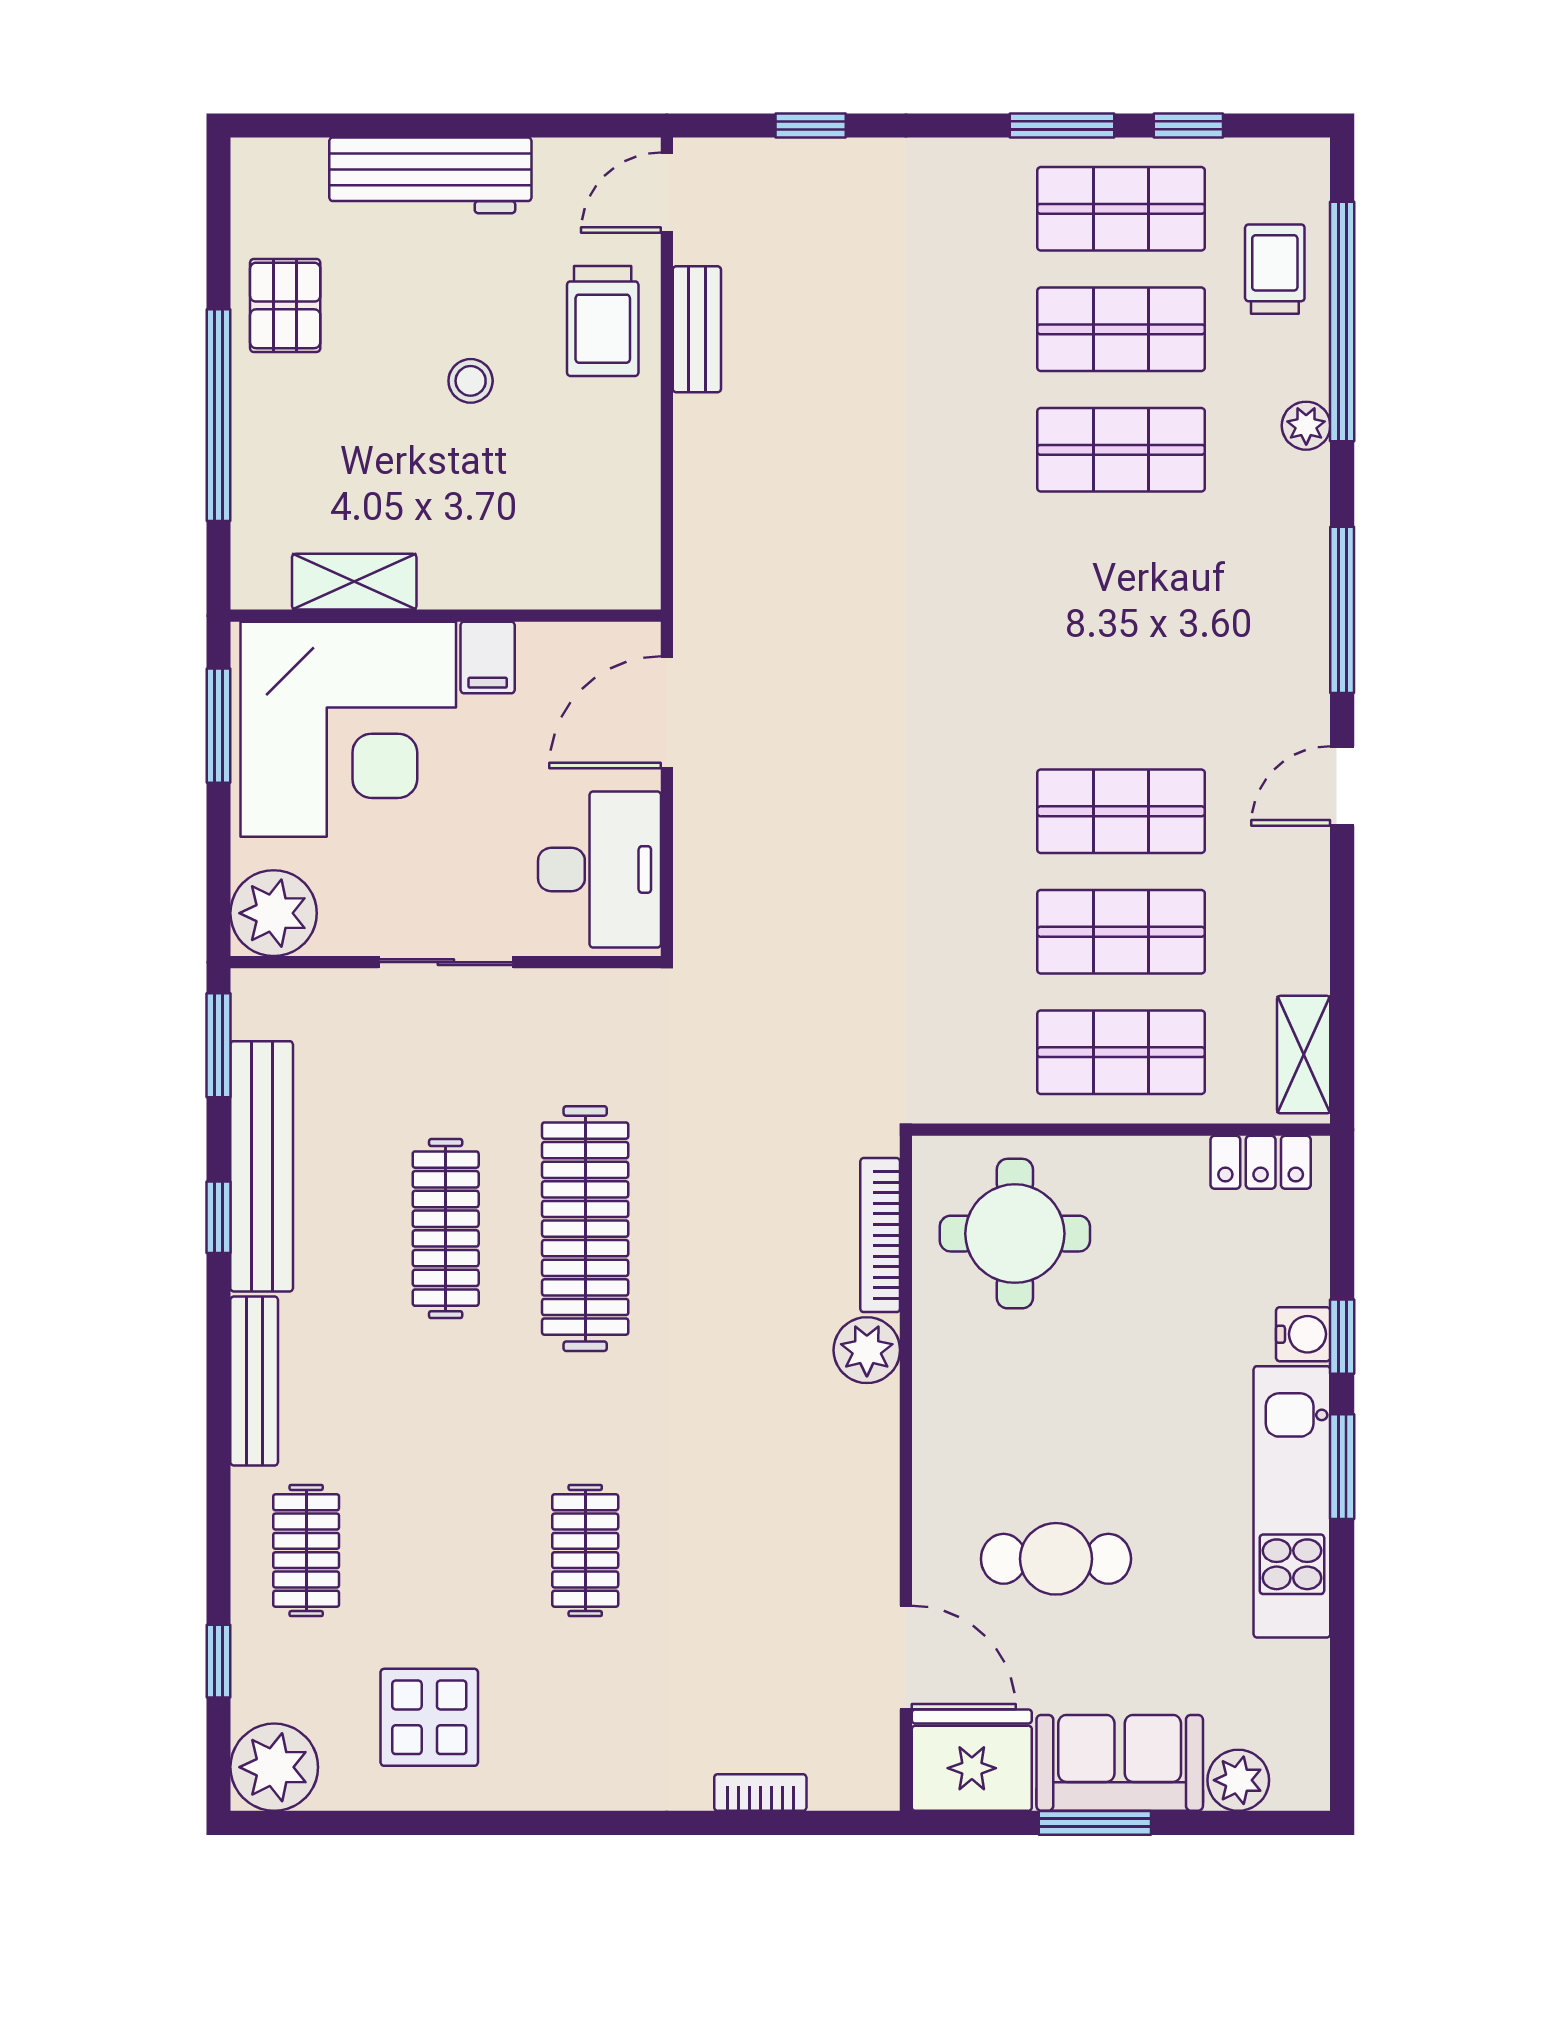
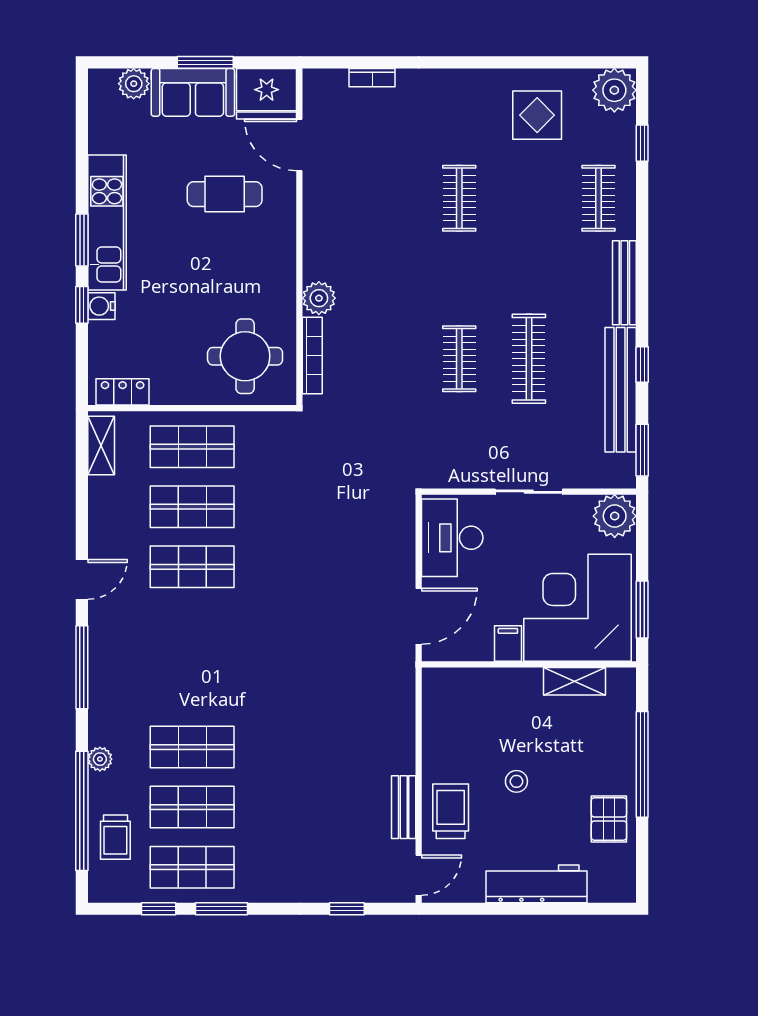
clothes rail: (585, 1229) -> (459, 359), width x0.54, depth x0.76

